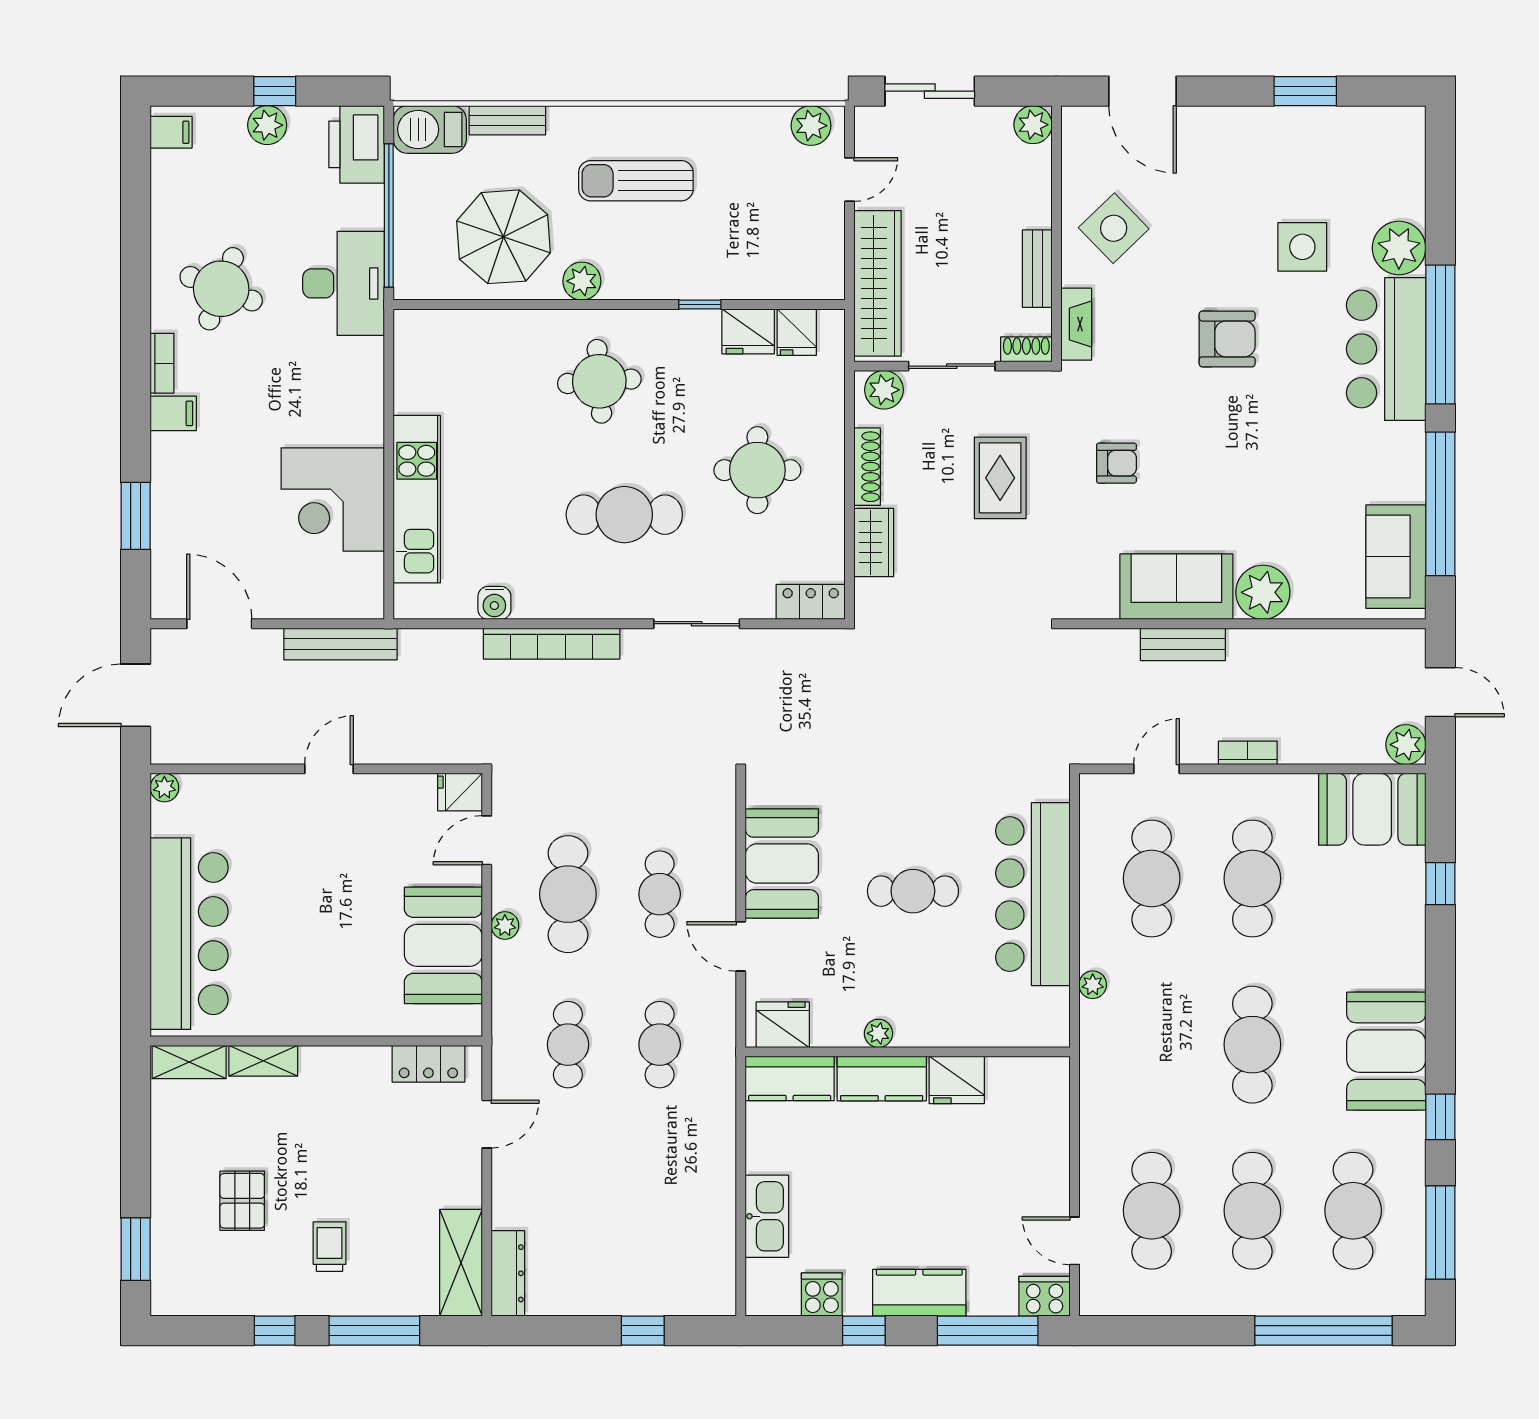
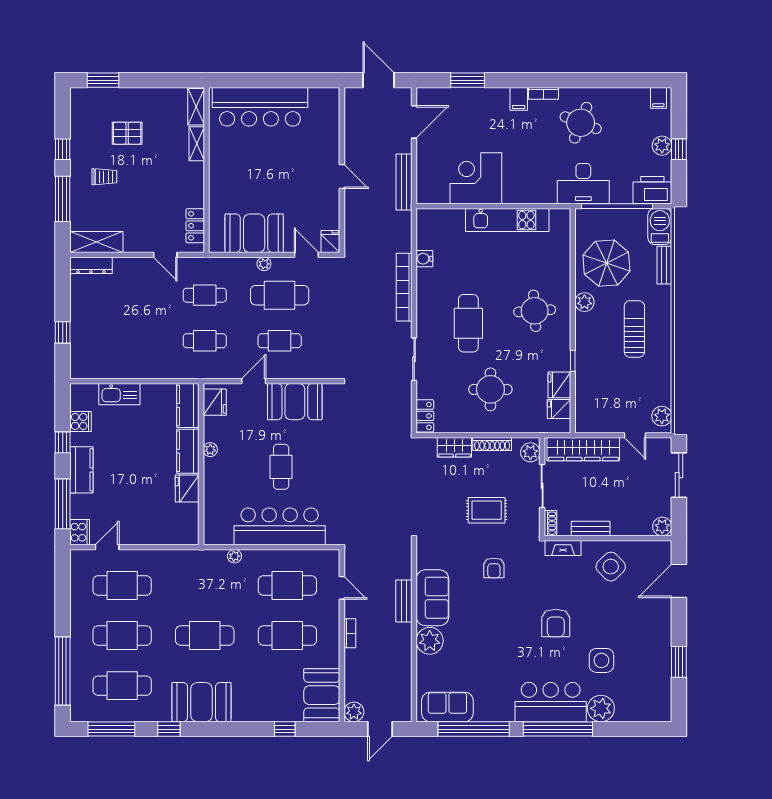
kitchen unit: (417, 499) -> (507, 220), moved
plant: (164, 788) -> (333, 95), removed

